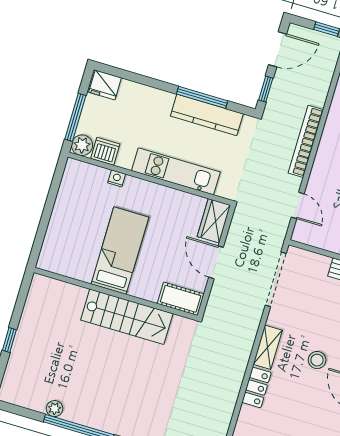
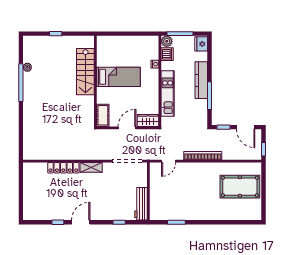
kitchen counter: (207, 115) -> (201, 80), moved
stairs: (127, 317) -> (85, 72), moved
stool: (317, 360) -> (92, 195), removed
locker: (257, 387) -> (63, 168), width x1.53

